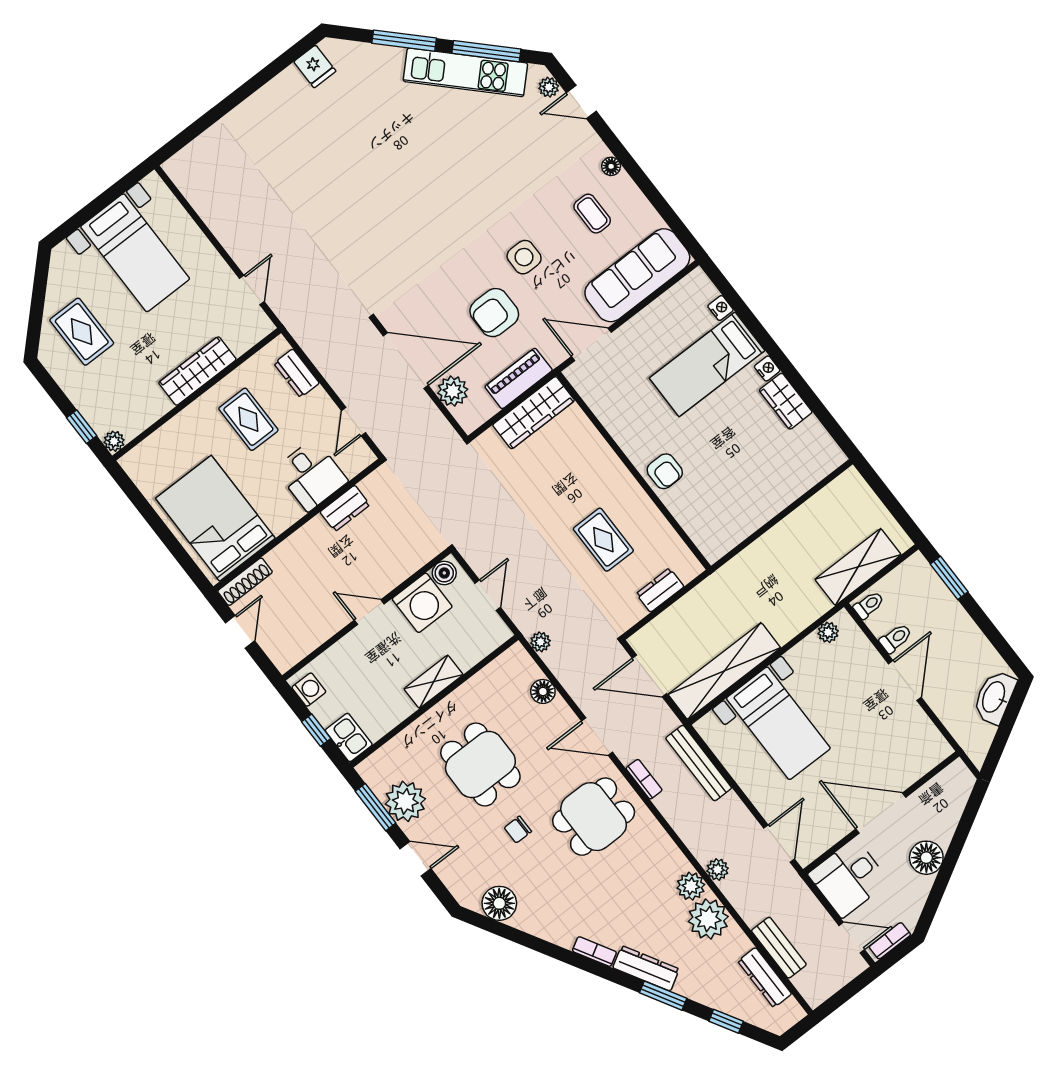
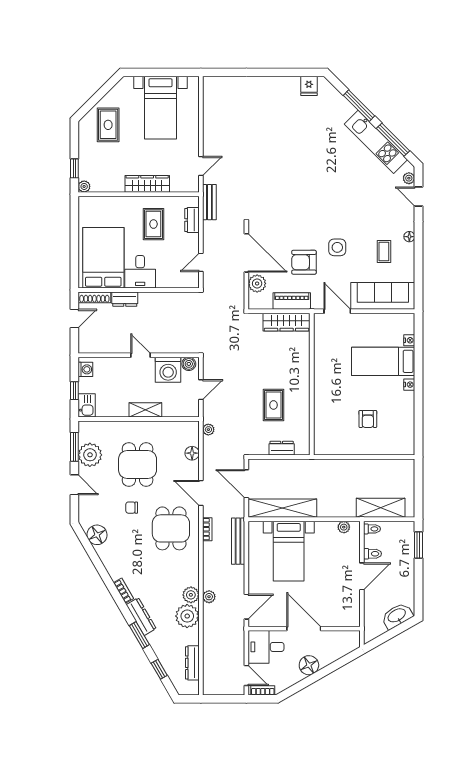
wardrobe: (786, 401) -> (406, 406), removed
armchair: (665, 471) -> (368, 419), moved
desk: (311, 475) -> (140, 272), moved
dresser: (345, 508) -> (125, 299), moved
dining table: (594, 817) -> (171, 528), turned 90
bench: (779, 948) -> (209, 202), moved

